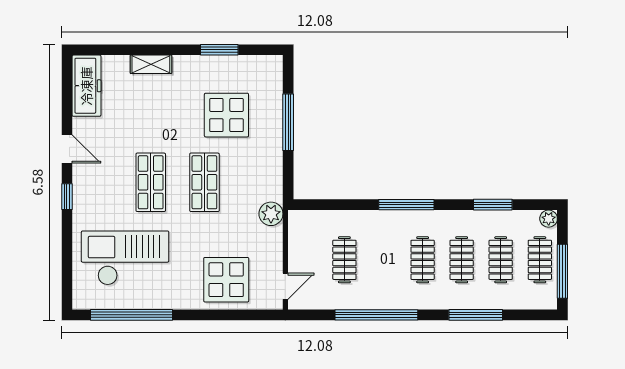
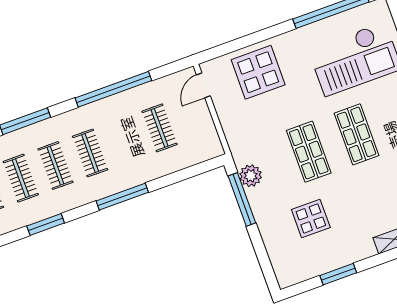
display table: (226, 115) -> (311, 218), width x0.73, depth x0.73
window: (288, 122) -> (242, 199), moved
plant: (271, 214) -> (251, 176), moved

